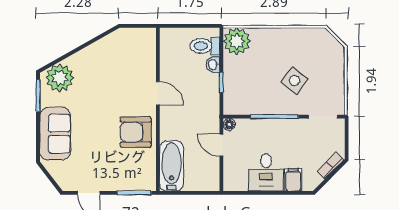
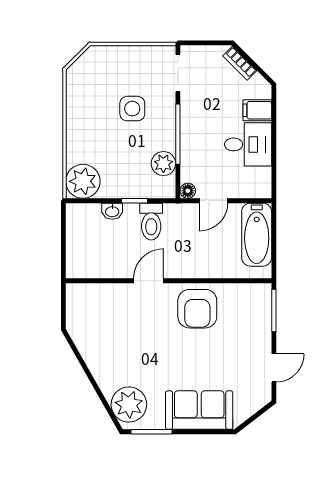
toilet: (205, 46) -> (151, 222), moved
side table: (295, 80) -> (132, 109), turned -38
plant: (251, 105) -> (163, 164), added
bathtub: (171, 166) -> (257, 235), moved, turned -90

